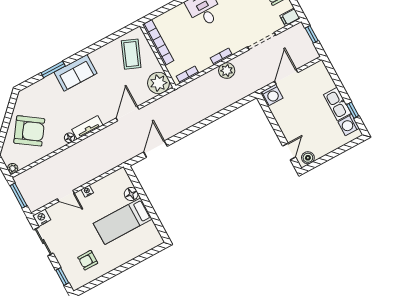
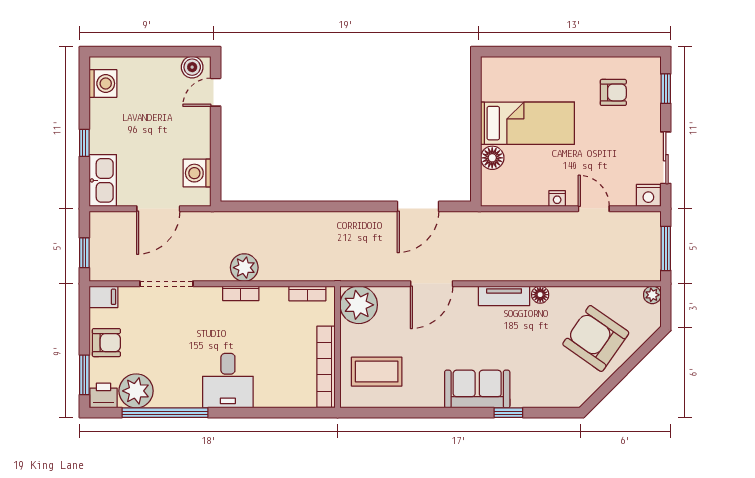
coffee table: (131, 54) -> (377, 372), turned 68
window: (53, 69) -> (508, 413), width x0.67
washing machine: (272, 95) -> (197, 173), moved, turned -90
kitchen sink: (337, 104) -> (103, 180), moved
window: (353, 110) -> (84, 143), moved

